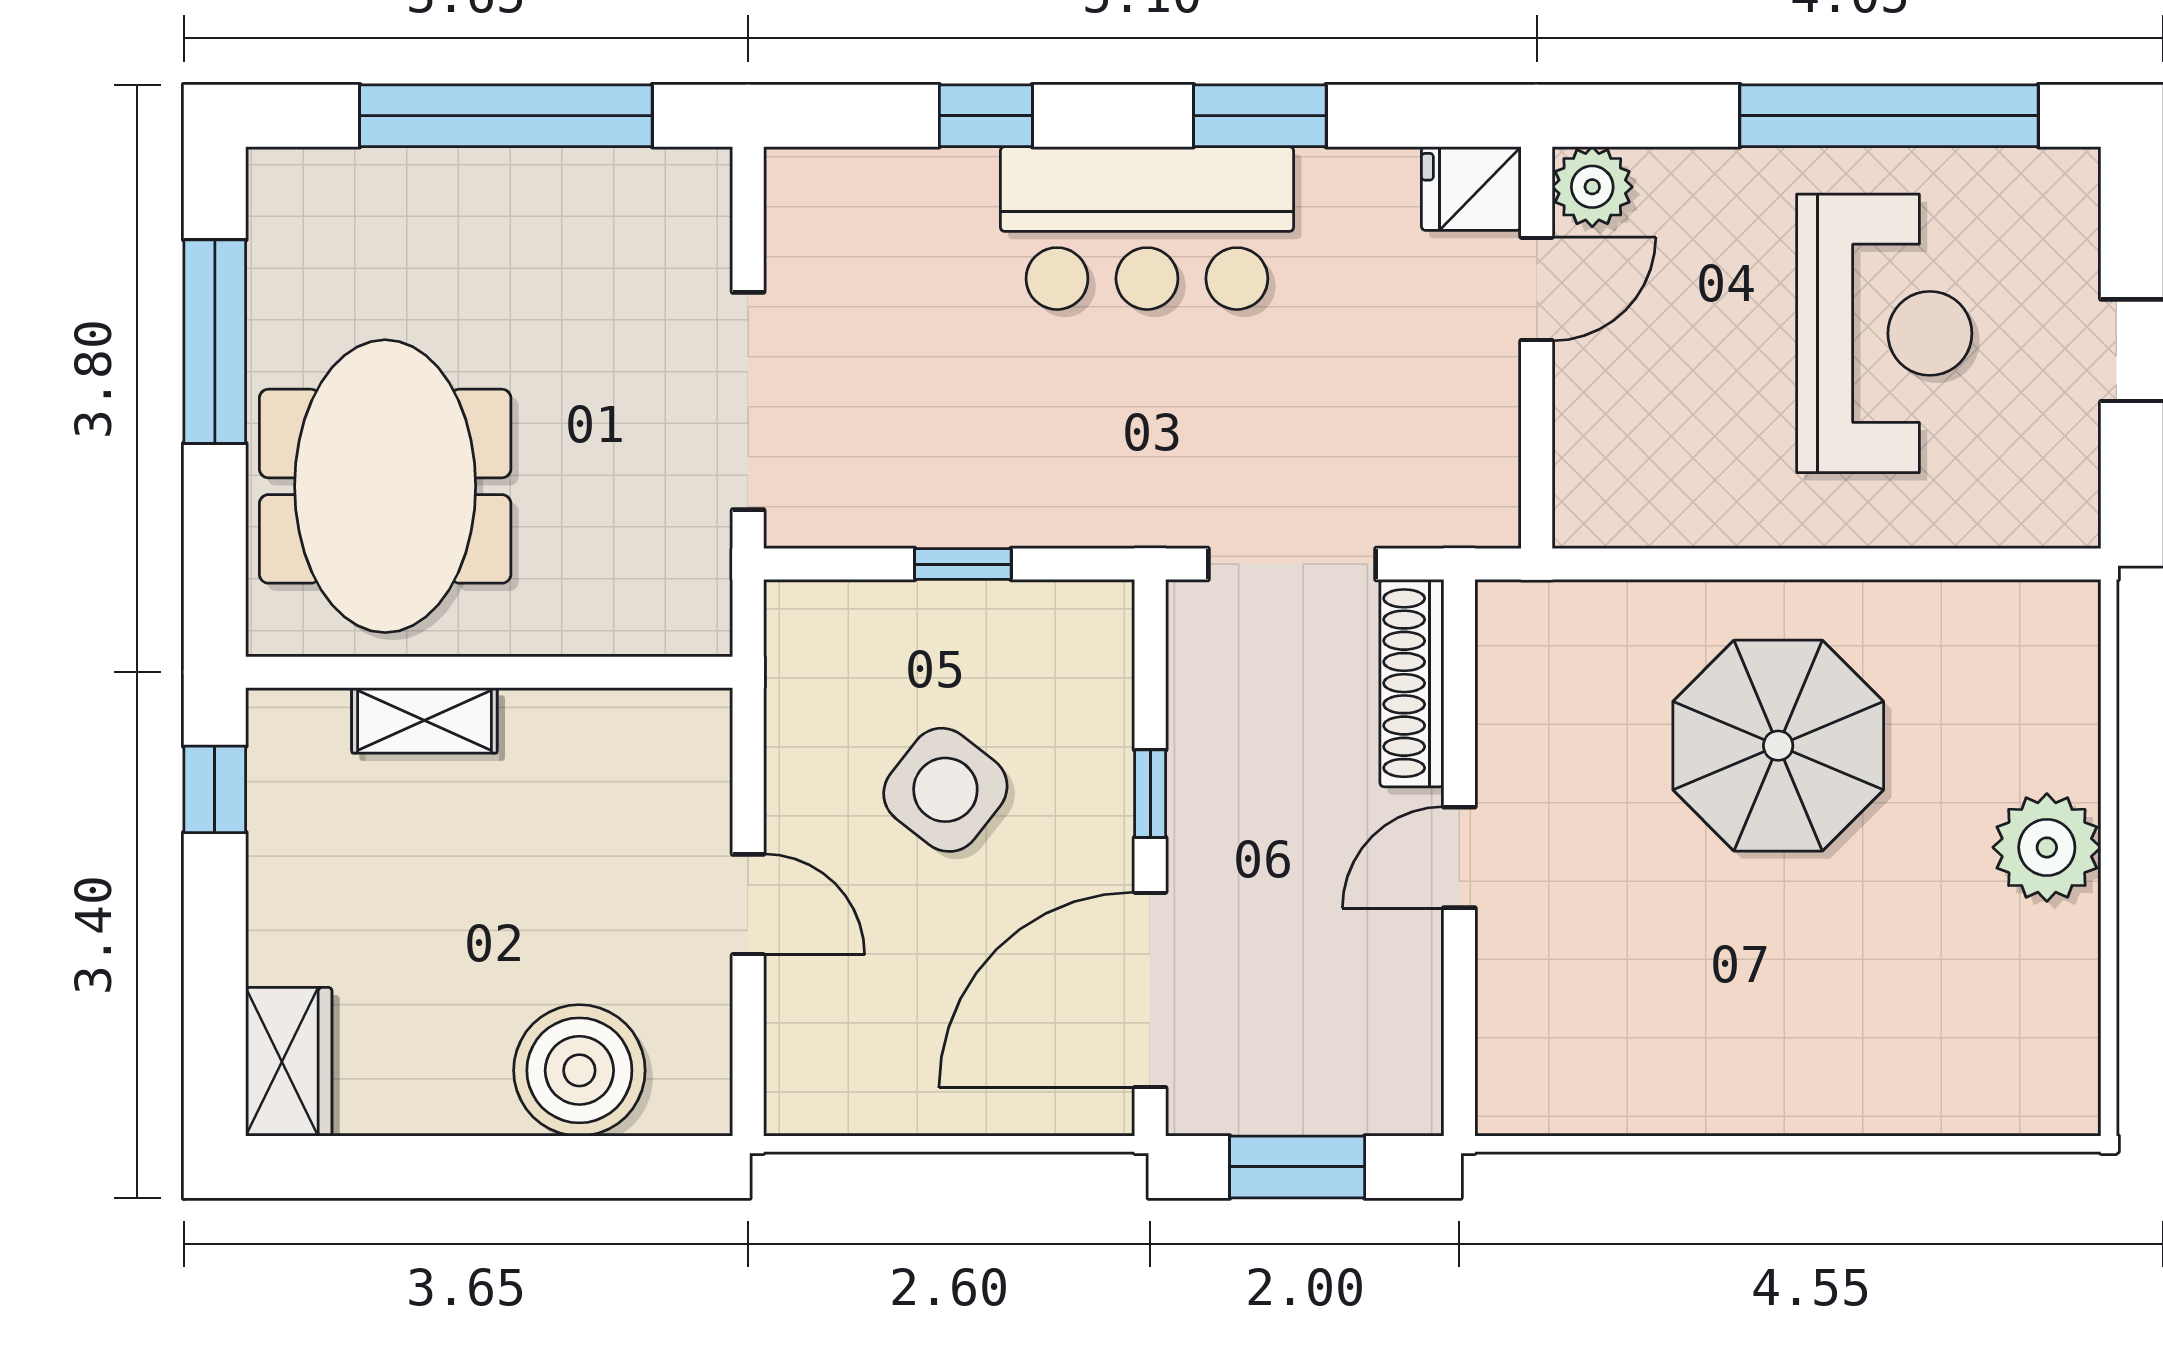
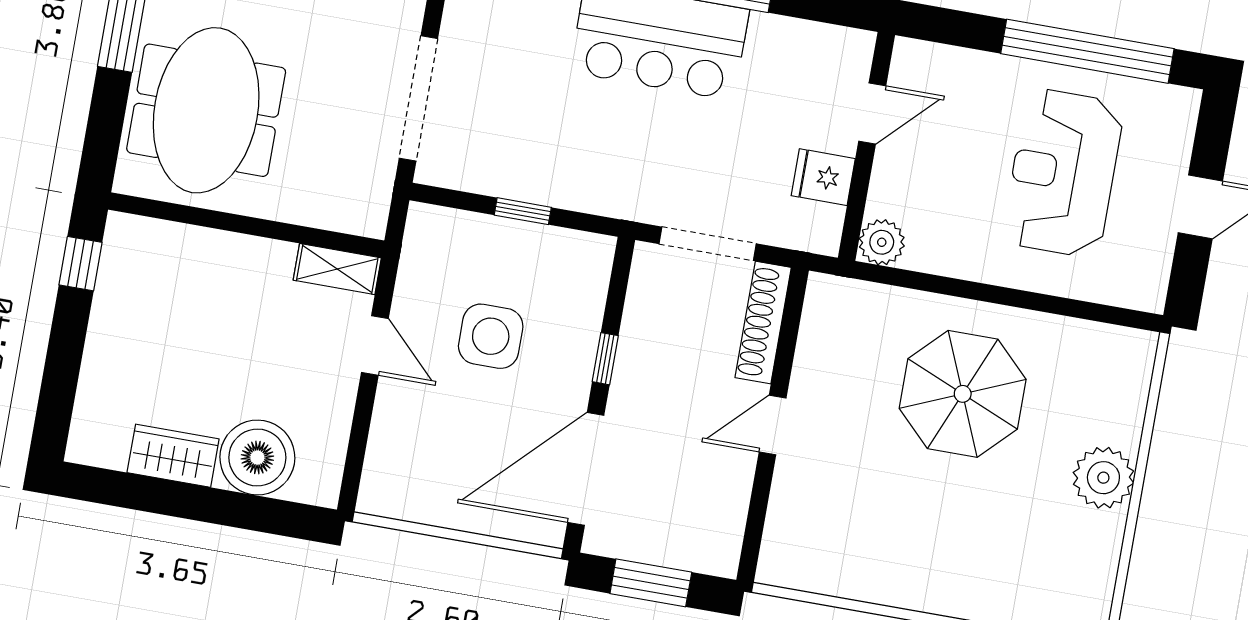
plant: (1592, 187) -> (882, 242), moved
fridge: (1471, 188) -> (823, 177), moved
reception desk: (1884, 333) -> (1063, 173), turned 180
shelving: (424, 720) -> (337, 269), moved
side table: (945, 790) -> (491, 336), turned -38
door: (748, 904) -> (375, 346), moved
wardrobe: (289, 1062) -> (173, 456), moved, turned -90

